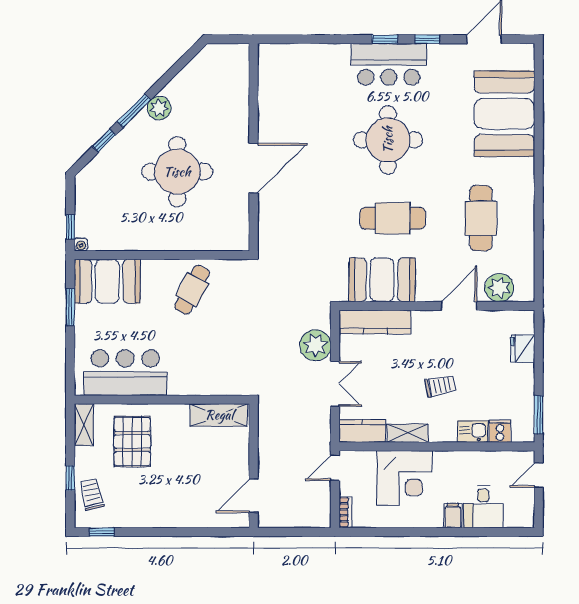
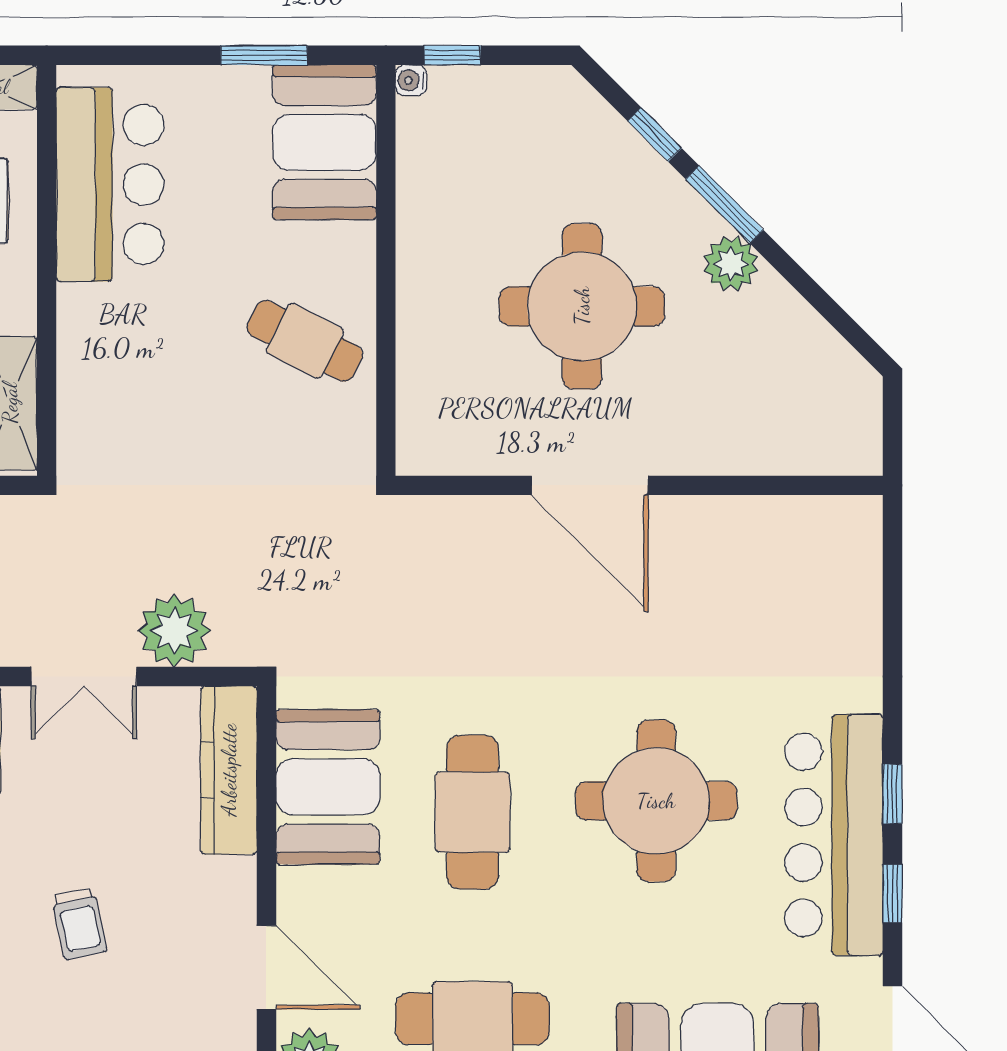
bar counter: (389, 64) -> (834, 835), width x1.36

